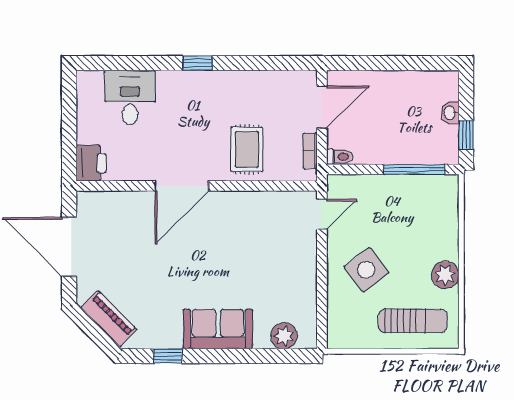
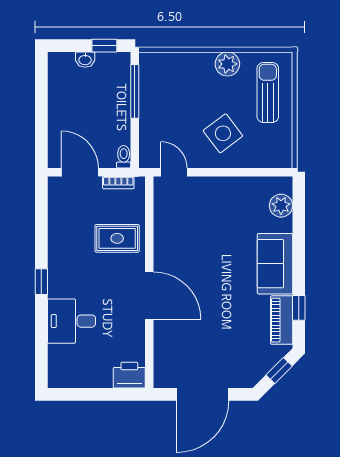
desk: (130, 97) -> (71, 321), moved
piano: (109, 319) -> (282, 320), moved, turned -45
window: (96, 334) -> (279, 371), added

